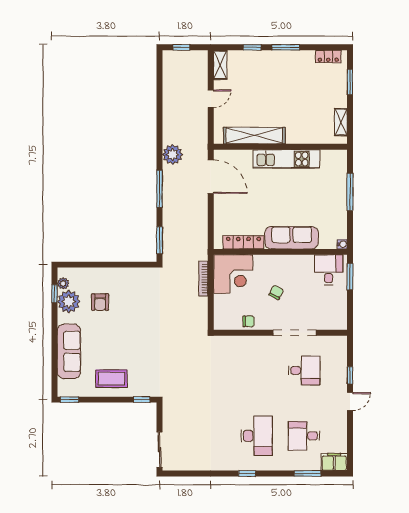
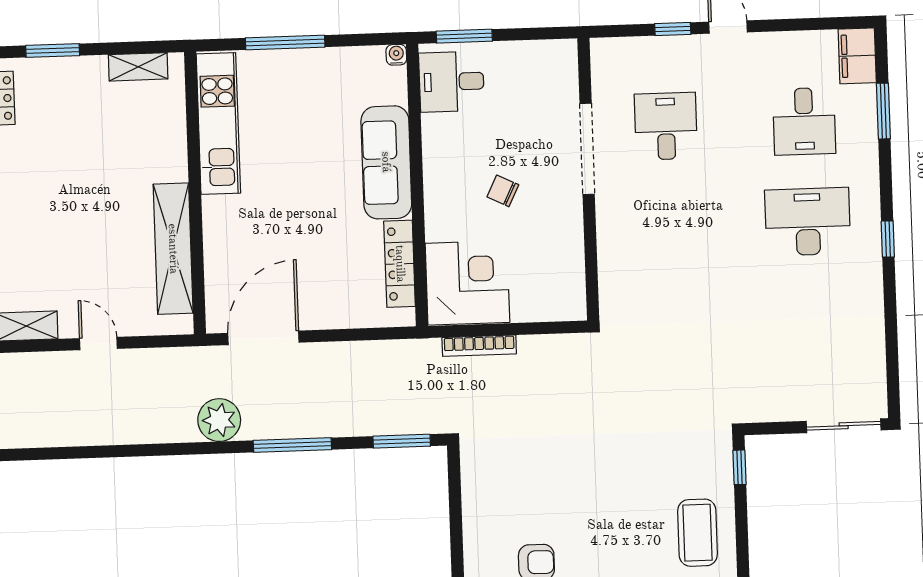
kitchen unit: (286, 159) -> (218, 124), moved
chair: (249, 321) -> (566, 247), removed

